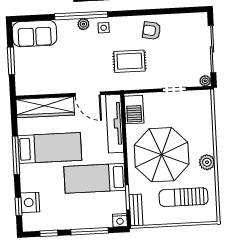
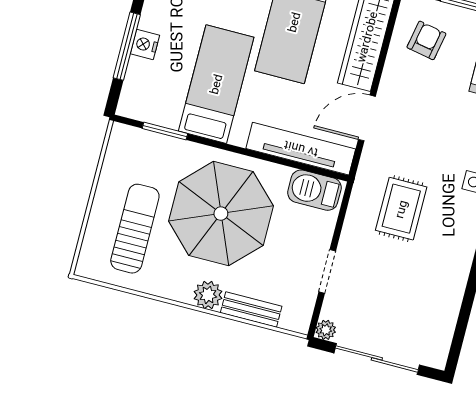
armchair: (152, 31) -> (426, 40), moved
plant: (207, 162) -> (208, 295), moved
bench: (136, 210) -> (251, 310), moved
nightstand: (120, 220) -> (145, 45), moved

